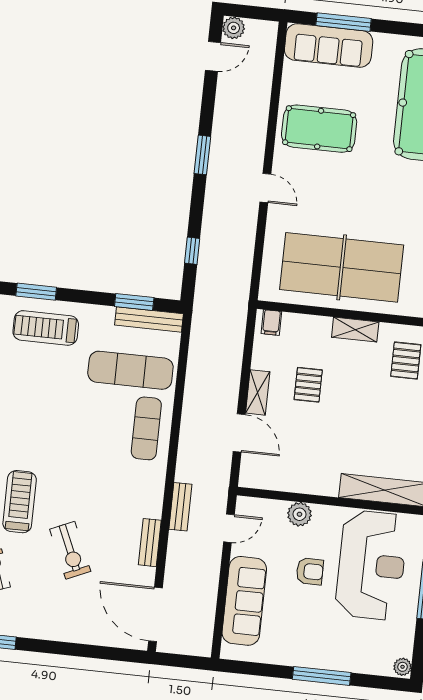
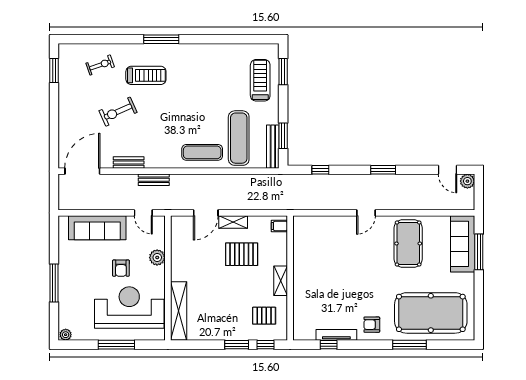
table tennis table: (342, 267) -> (320, 268), removed
pallet: (308, 385) -> (242, 254), width x1.50, depth x1.42
reception desk: (371, 565) -> (129, 308), turned 180

